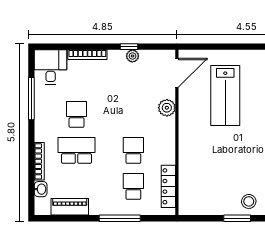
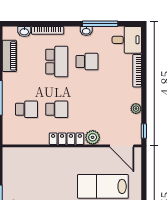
window: (129, 47) -> (144, 131), moved
washbasin: (40, 115) -> (86, 31), added
locker: (168, 186) -> (66, 139), moved

